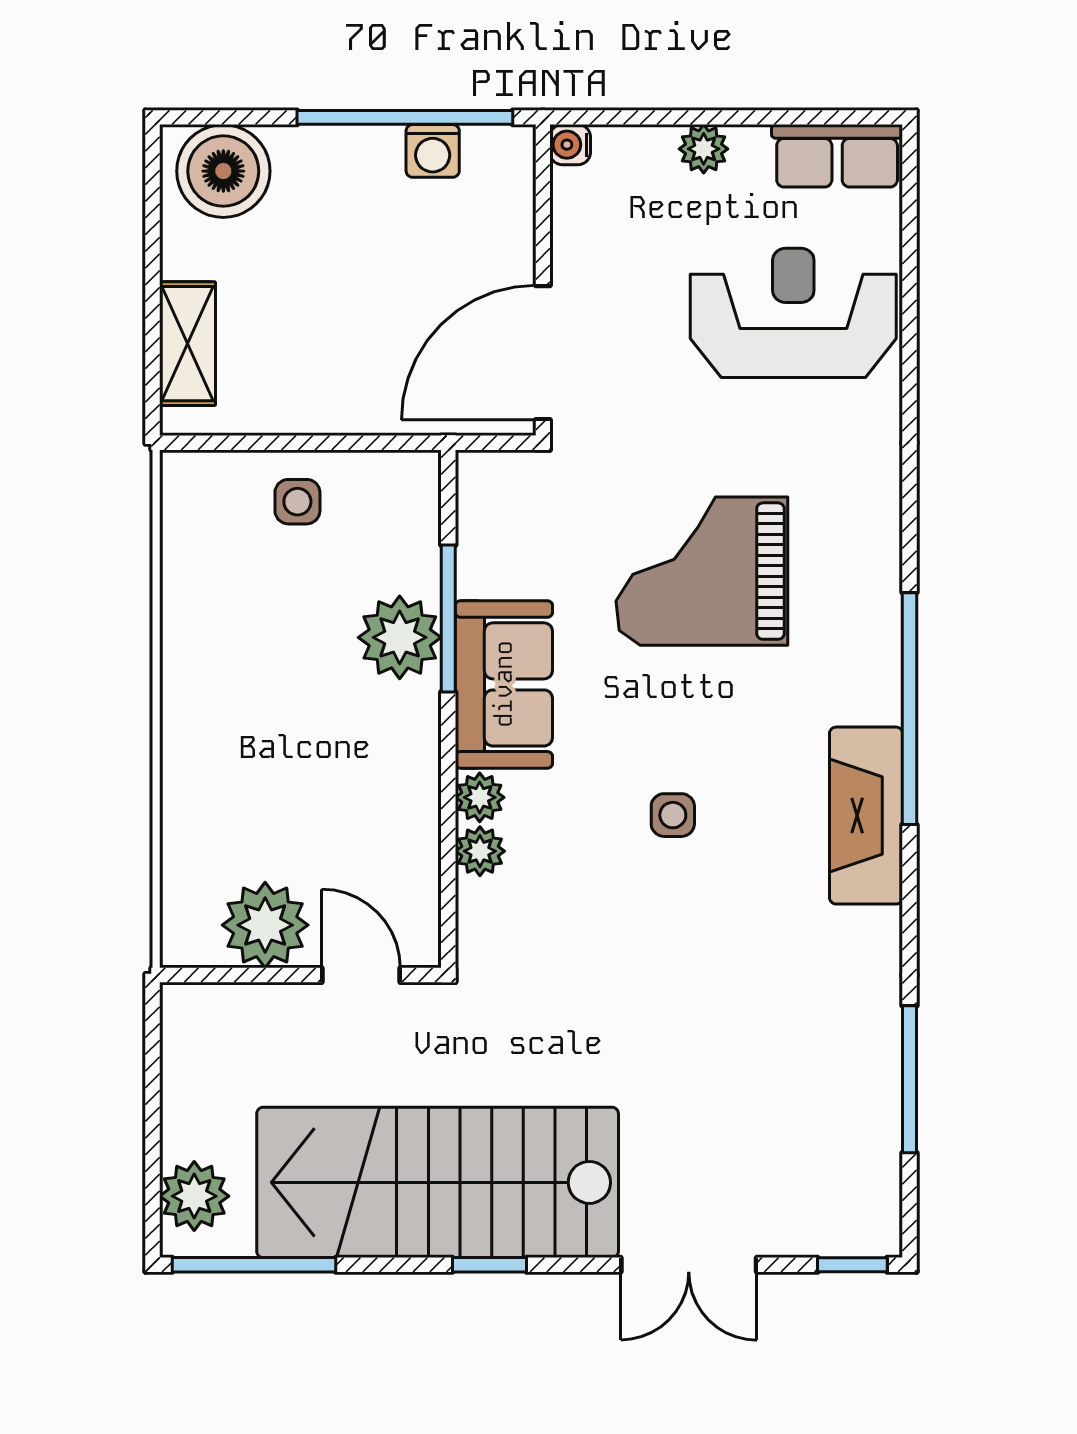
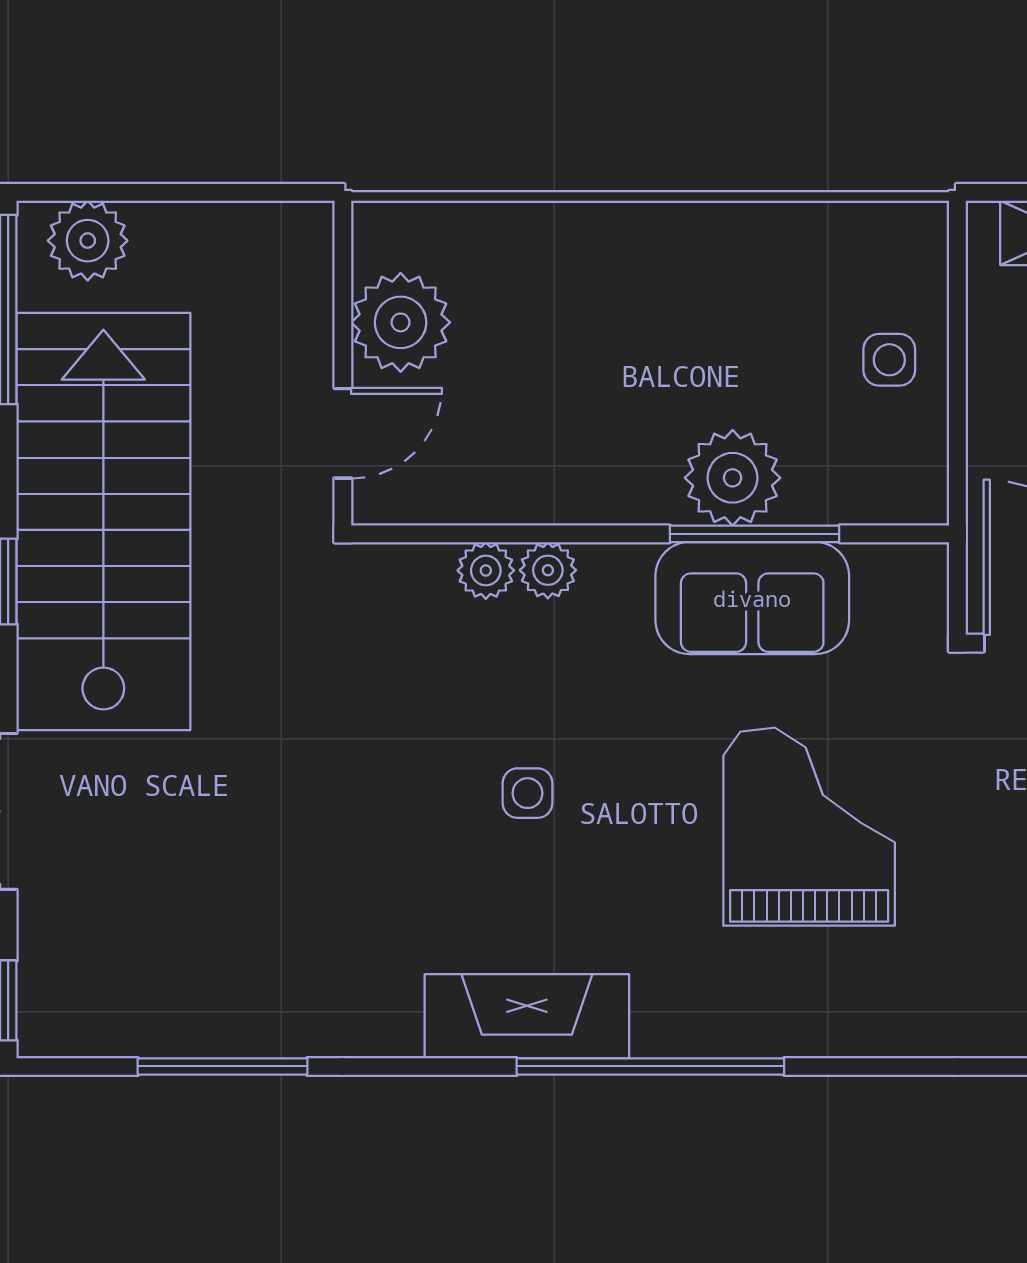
sofa: (504, 684) -> (752, 598), moved

